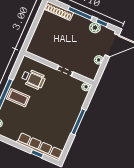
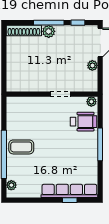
plant: (95, 28) -> (49, 31), moved
wheelchair: (33, 79) -> (83, 122), moved

